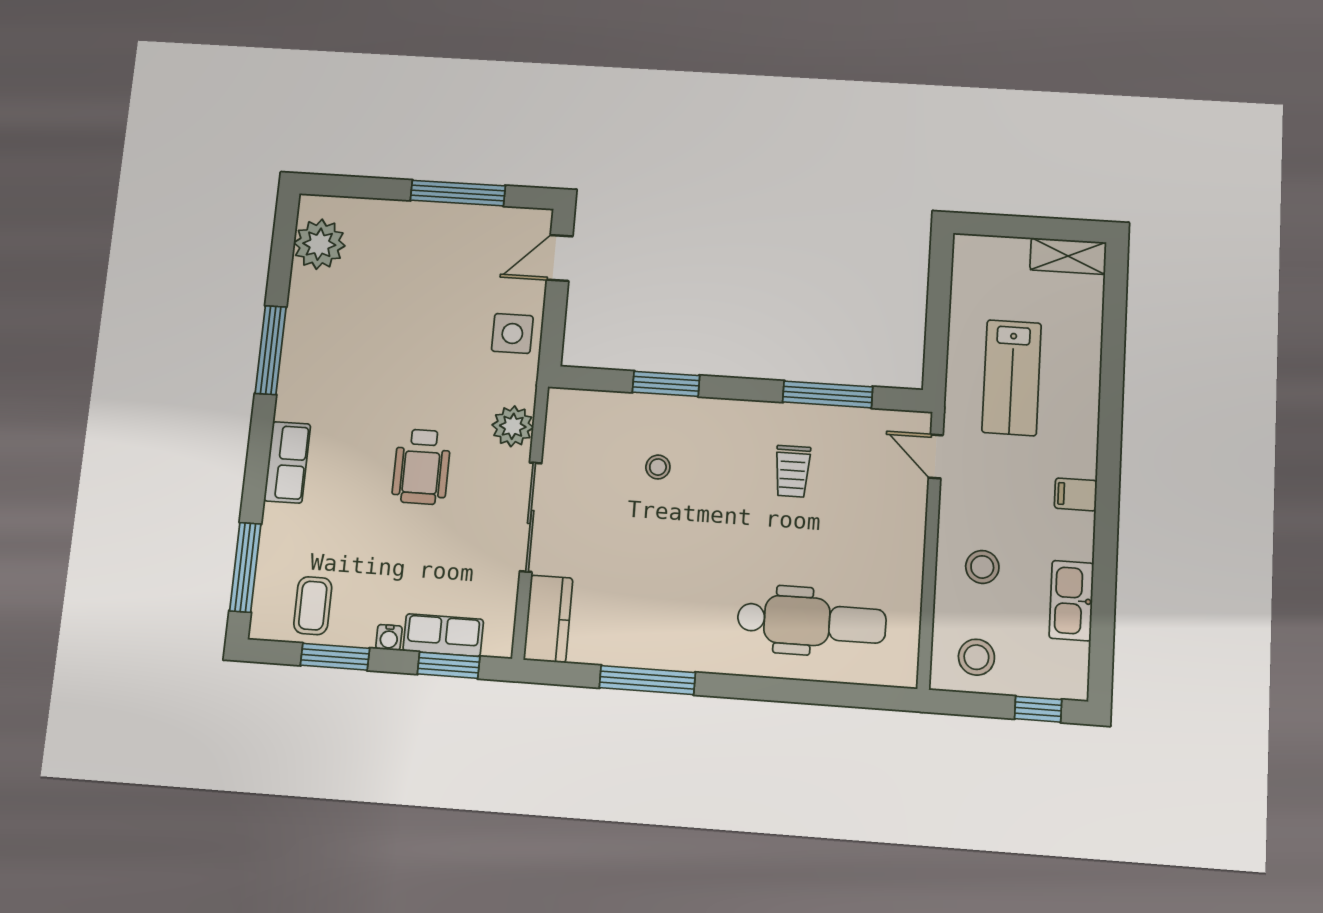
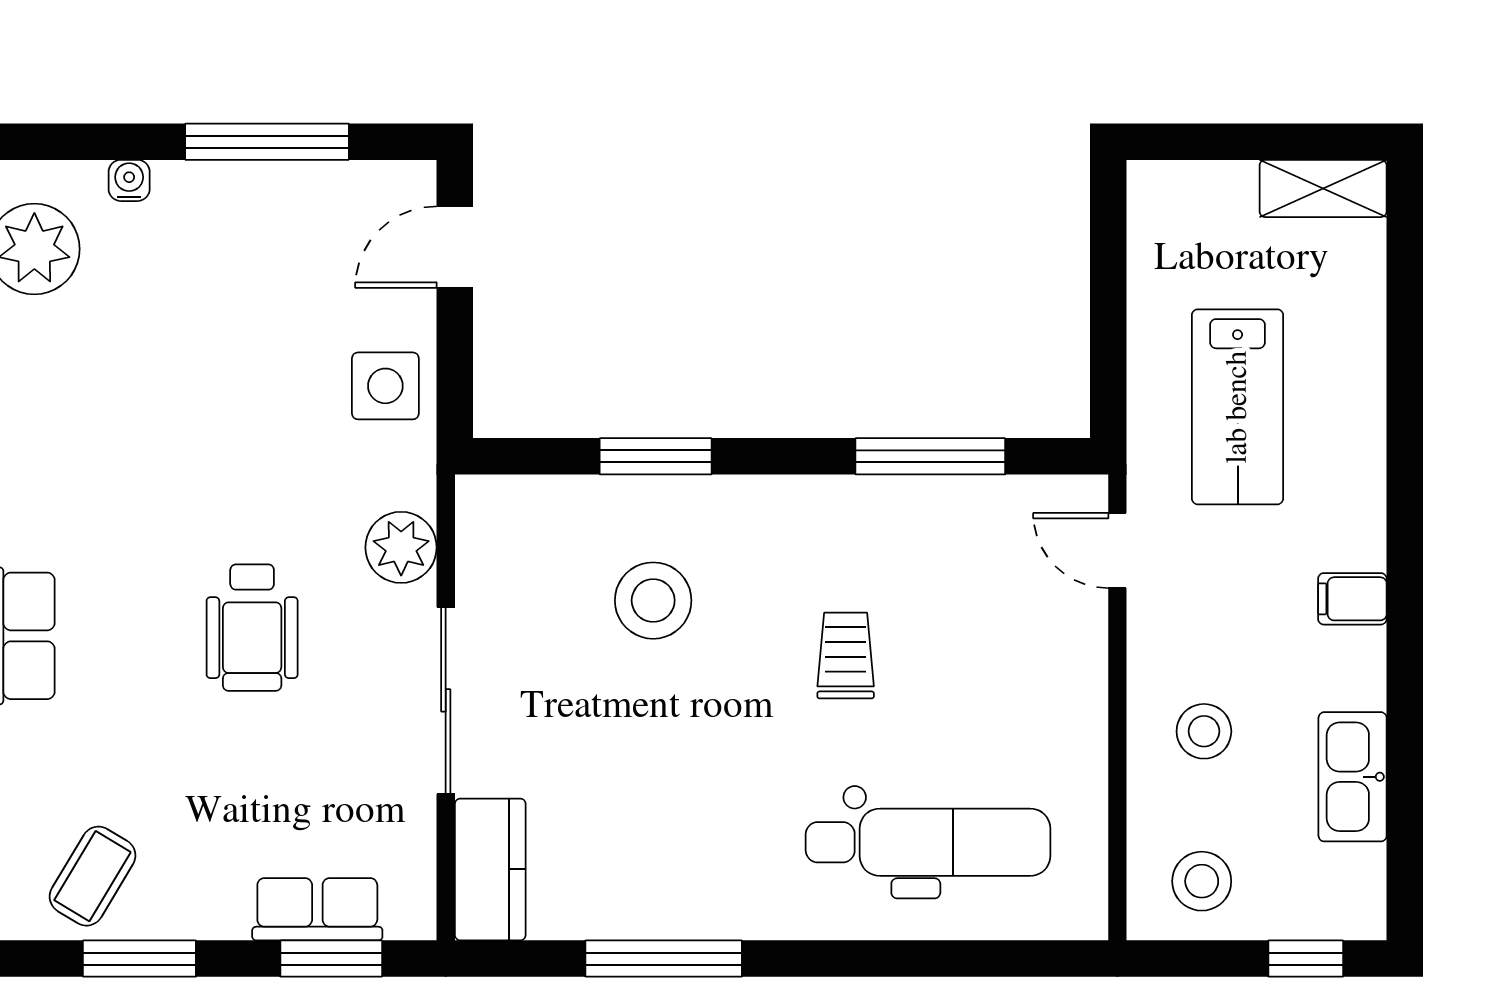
stool: (658, 467) -> (653, 601), width x1.89, depth x1.89
trolley: (792, 471) -> (846, 656), moved, turned 180
coffee table: (313, 606) -> (93, 876), turned 31
water cooler: (389, 637) -> (129, 180), moved, turned 180

